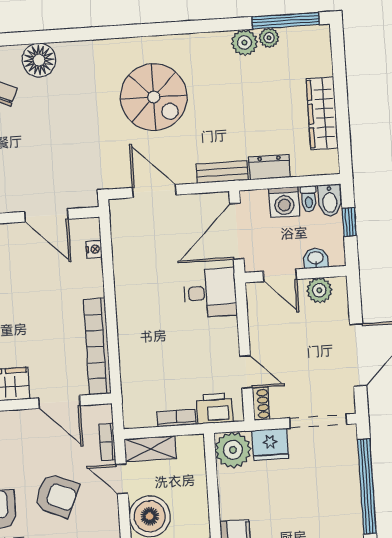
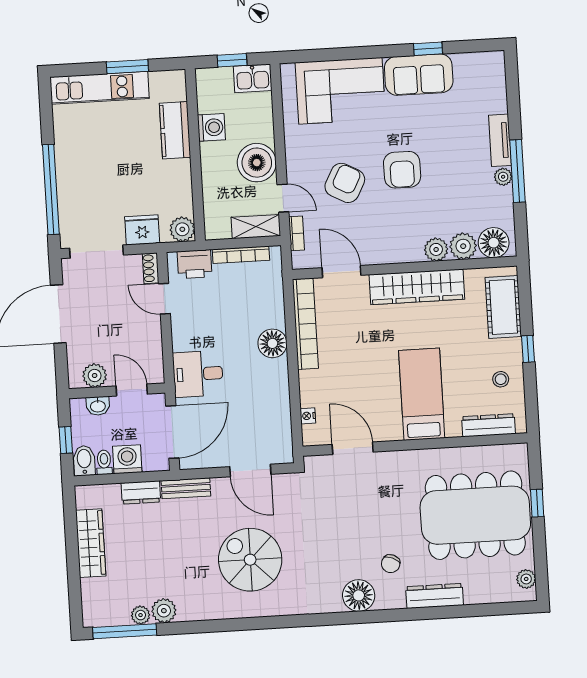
floor lamp: (132, 326) -> (272, 343), added
bookcase: (176, 418) -> (241, 255), width x1.56
plant: (233, 450) -> (182, 229), width x0.73, depth x0.73
armchair: (57, 495) -> (345, 183), turned 95

